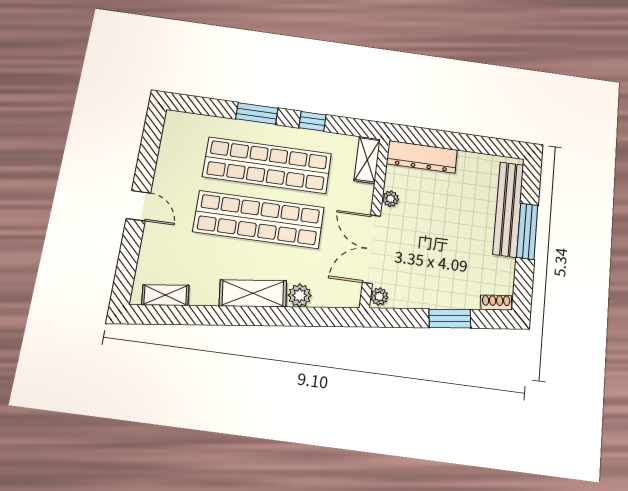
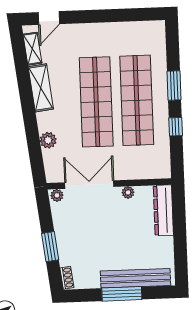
shelving: (367, 160) -> (154, 171), removed
door: (138, 206) -> (49, 18), moved
shelving: (253, 293) -> (41, 88), moved

